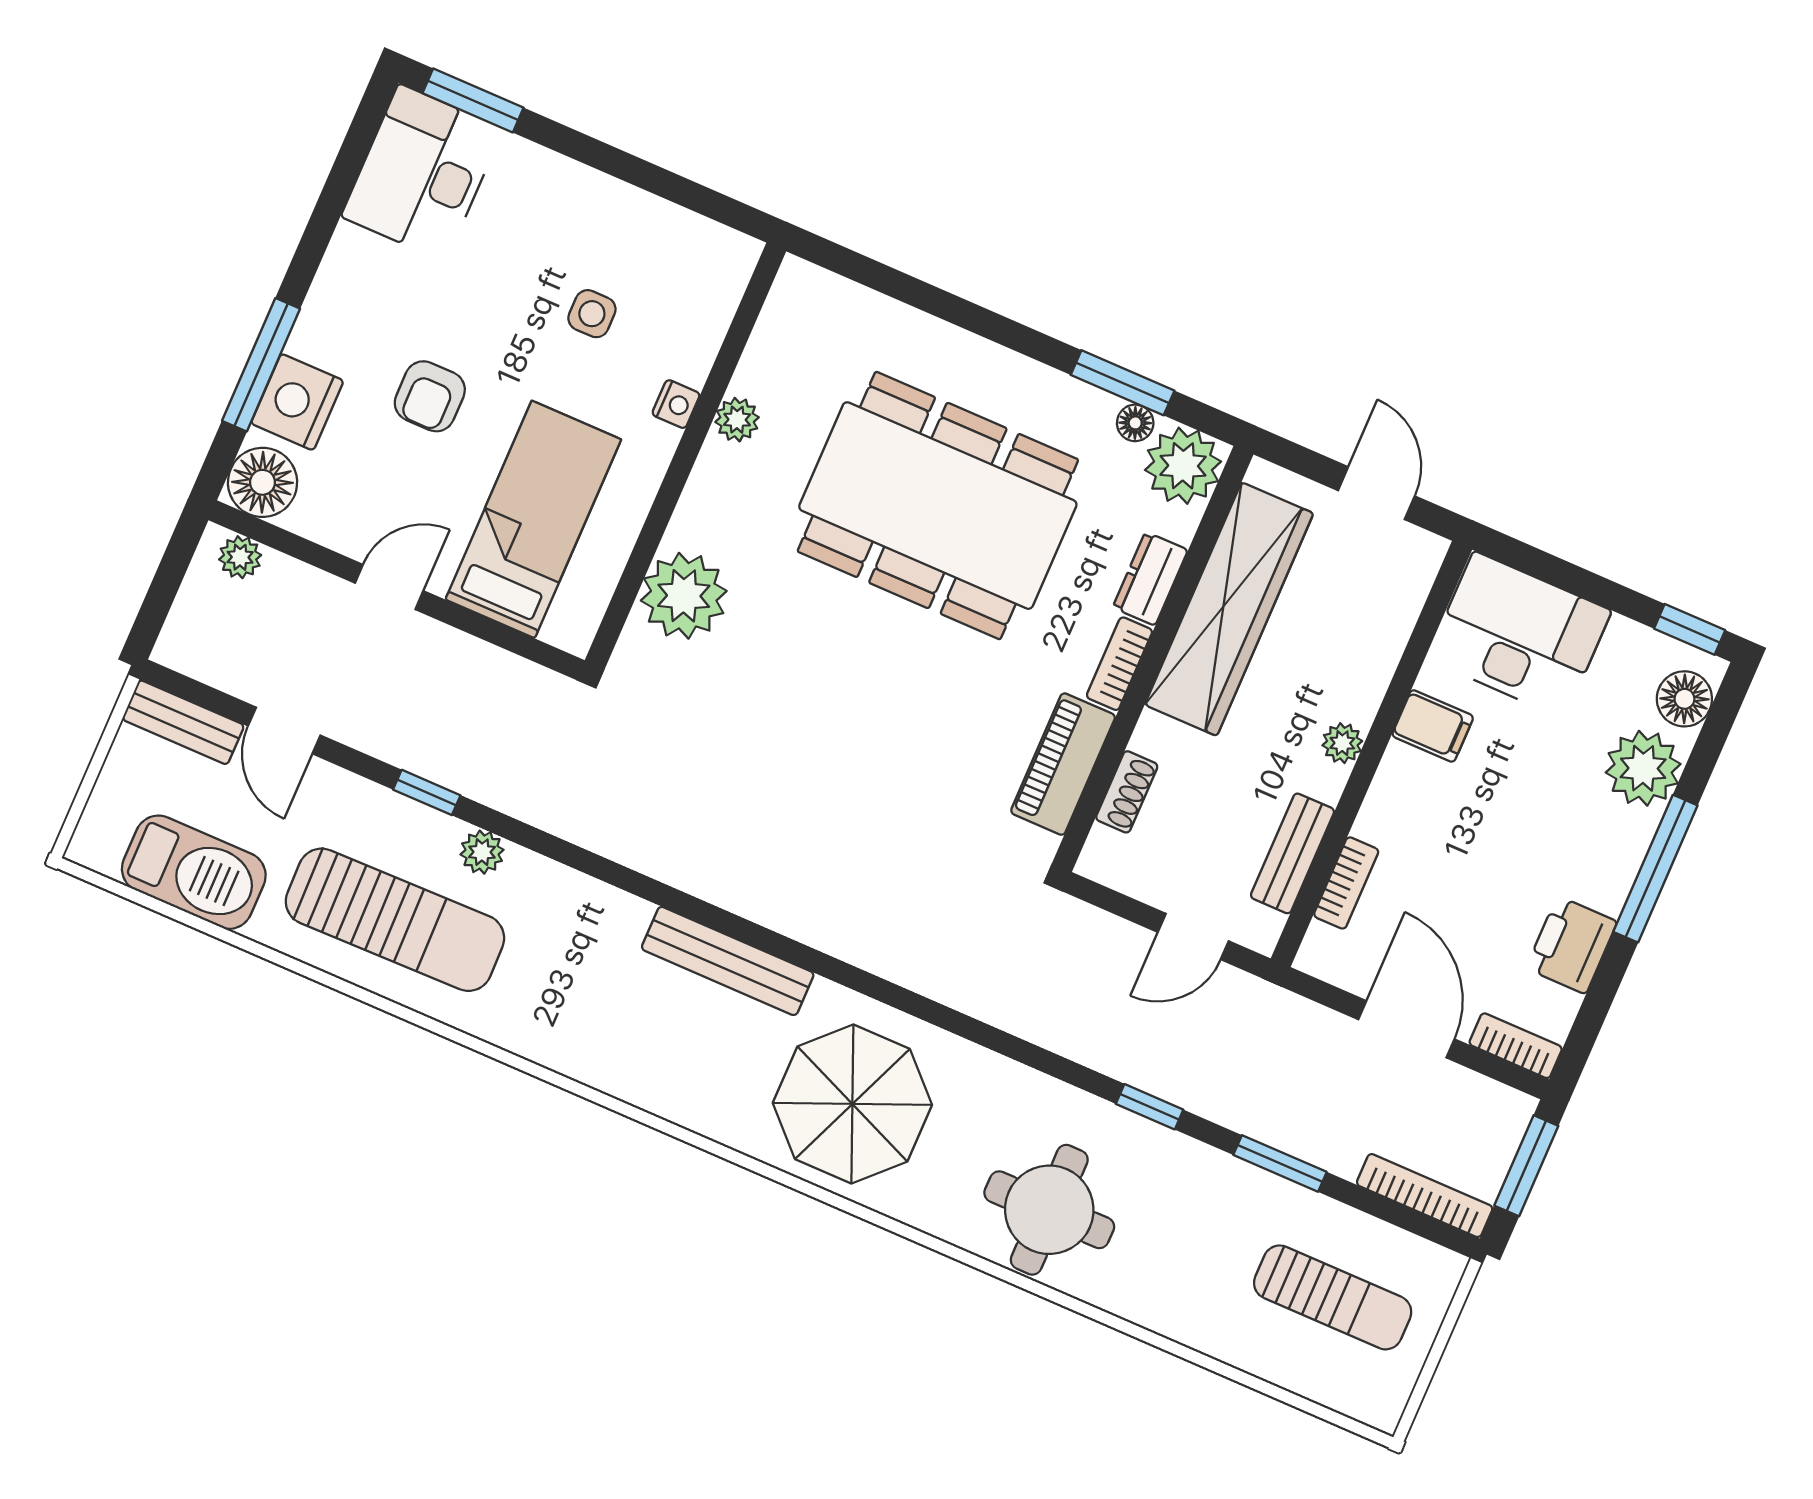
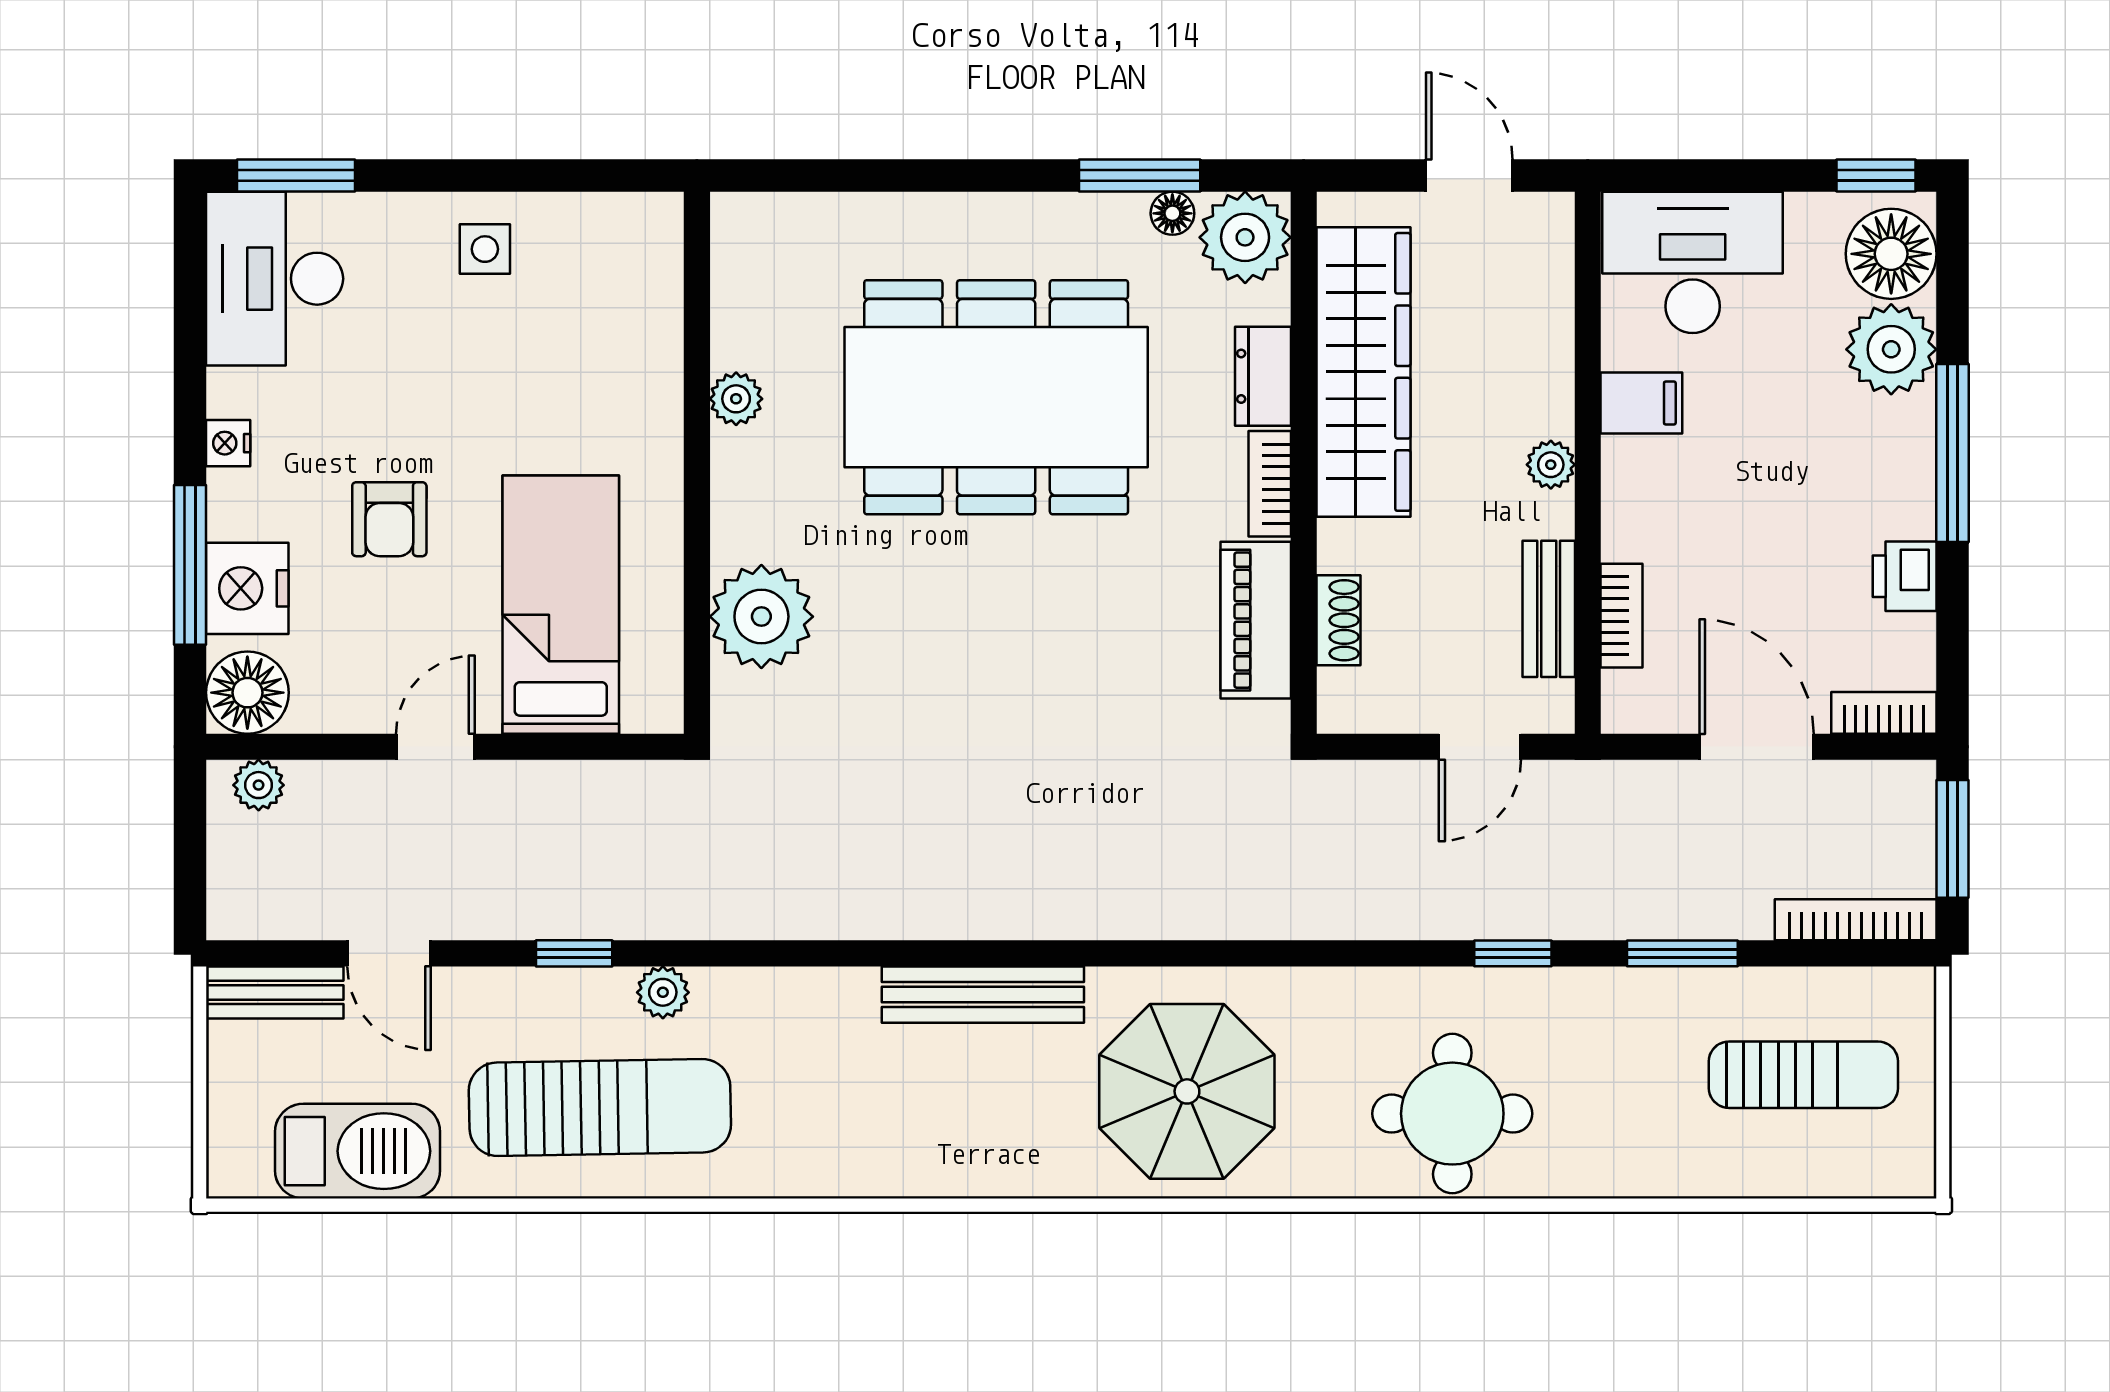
side table: (592, 314) -> (485, 249), moved
nightstand: (676, 404) -> (228, 443), moved, turned 180
floor lamp: (1684, 699) -> (1891, 254), width x1.38, depth x1.38
printer: (1572, 945) -> (1905, 576), width x0.73, depth x0.81

